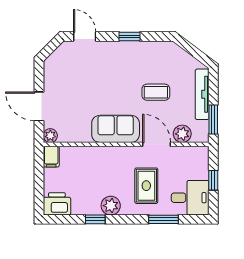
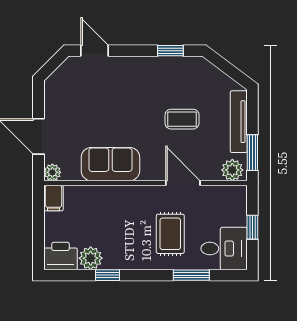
window: (130, 36) -> (170, 51), moved
sofa: (116, 129) -> (110, 164), moved
plant: (182, 134) -> (232, 170), moved
plant: (111, 206) -> (91, 258), moved

